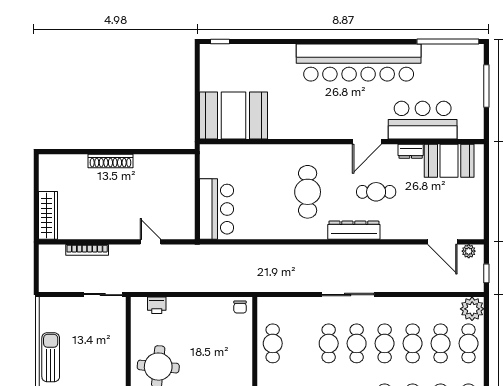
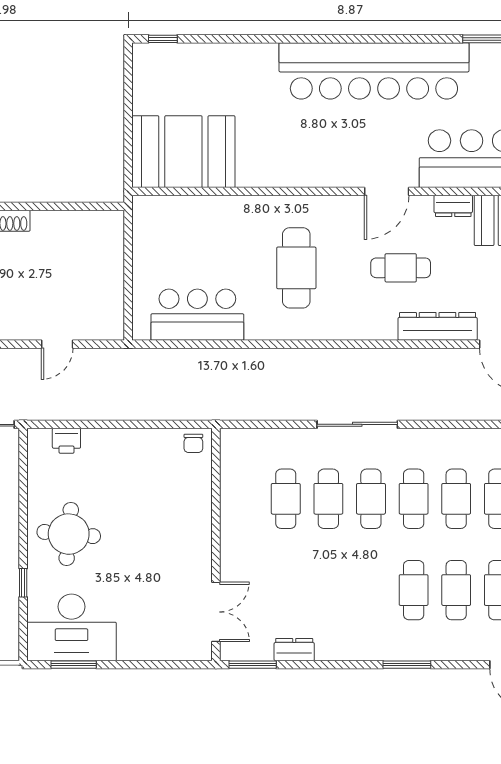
bar counter: (217, 209) -> (197, 315), moved, turned -90
dresser: (354, 230) -> (438, 326), moved
door: (151, 242) -> (57, 344), swing flipped
cafe table: (273, 343) -> (286, 499), moved

